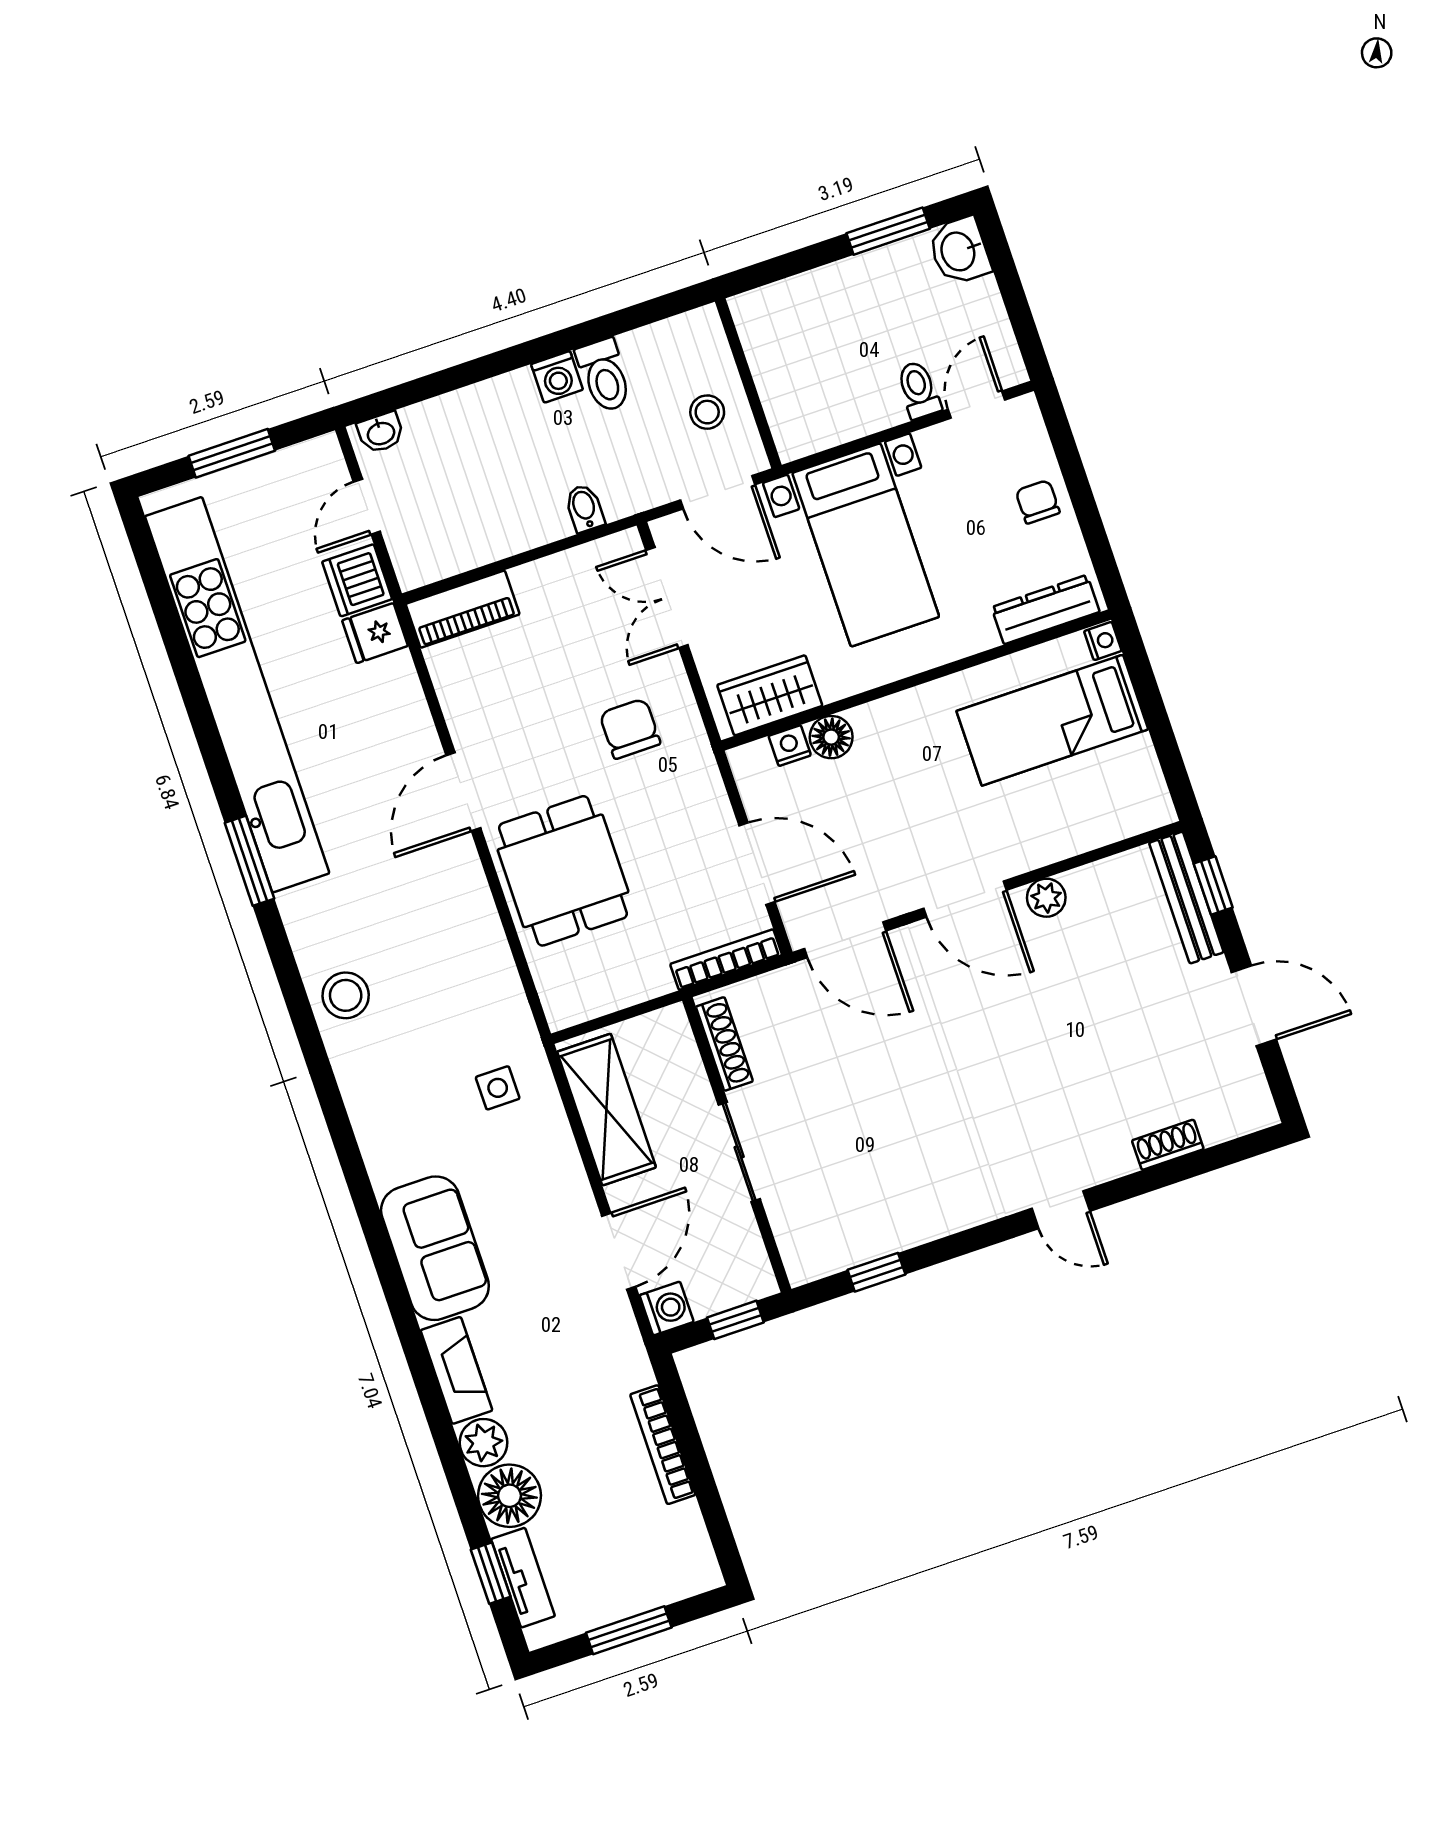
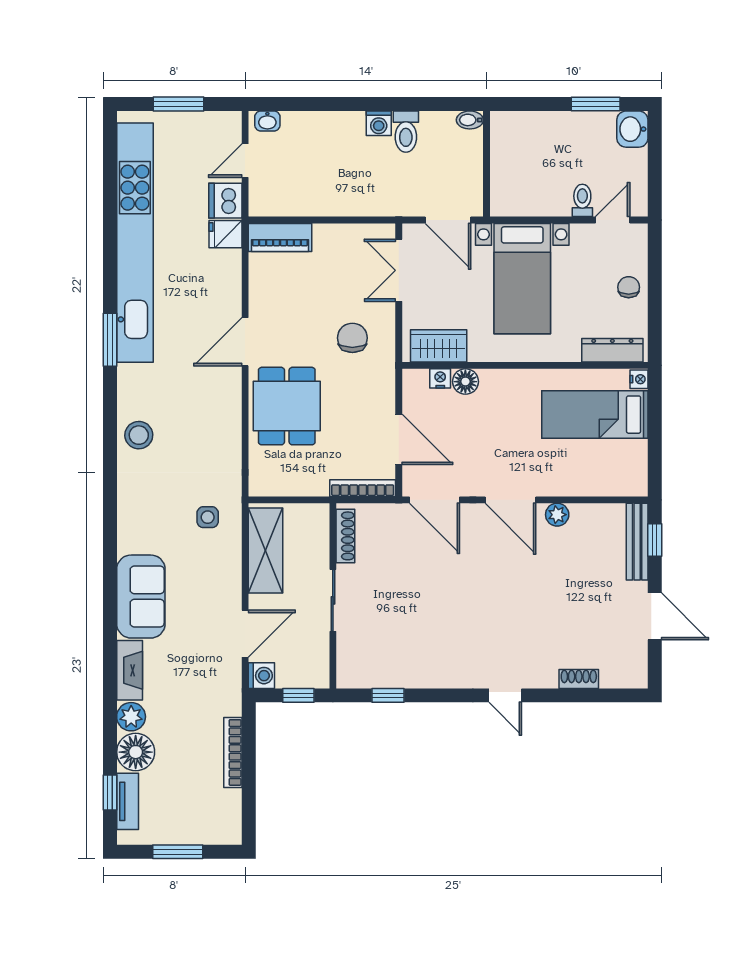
stool: (707, 412) -> (458, 172), removed
bidet: (585, 508) -> (470, 120), moved, turned -90

